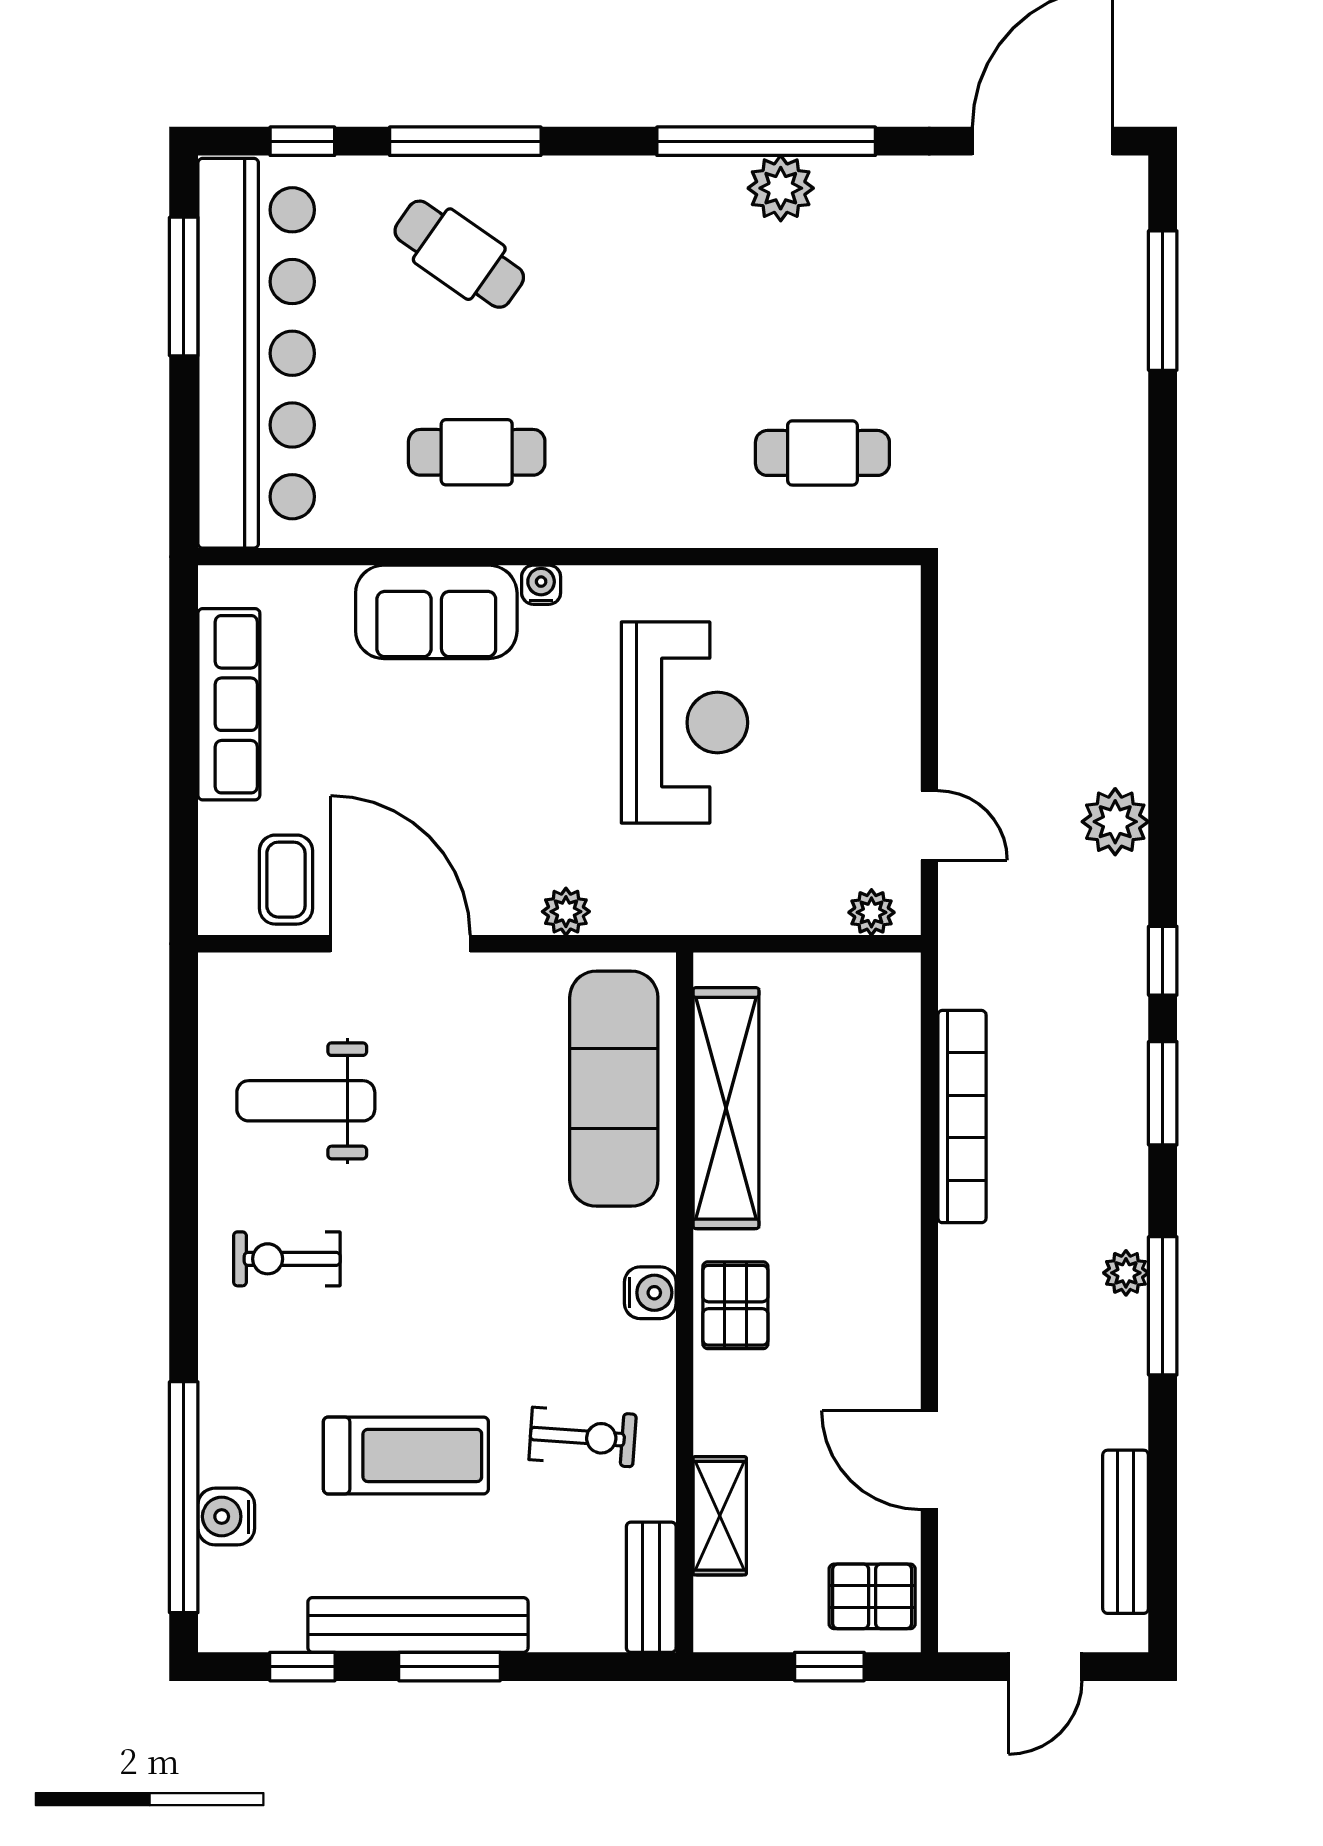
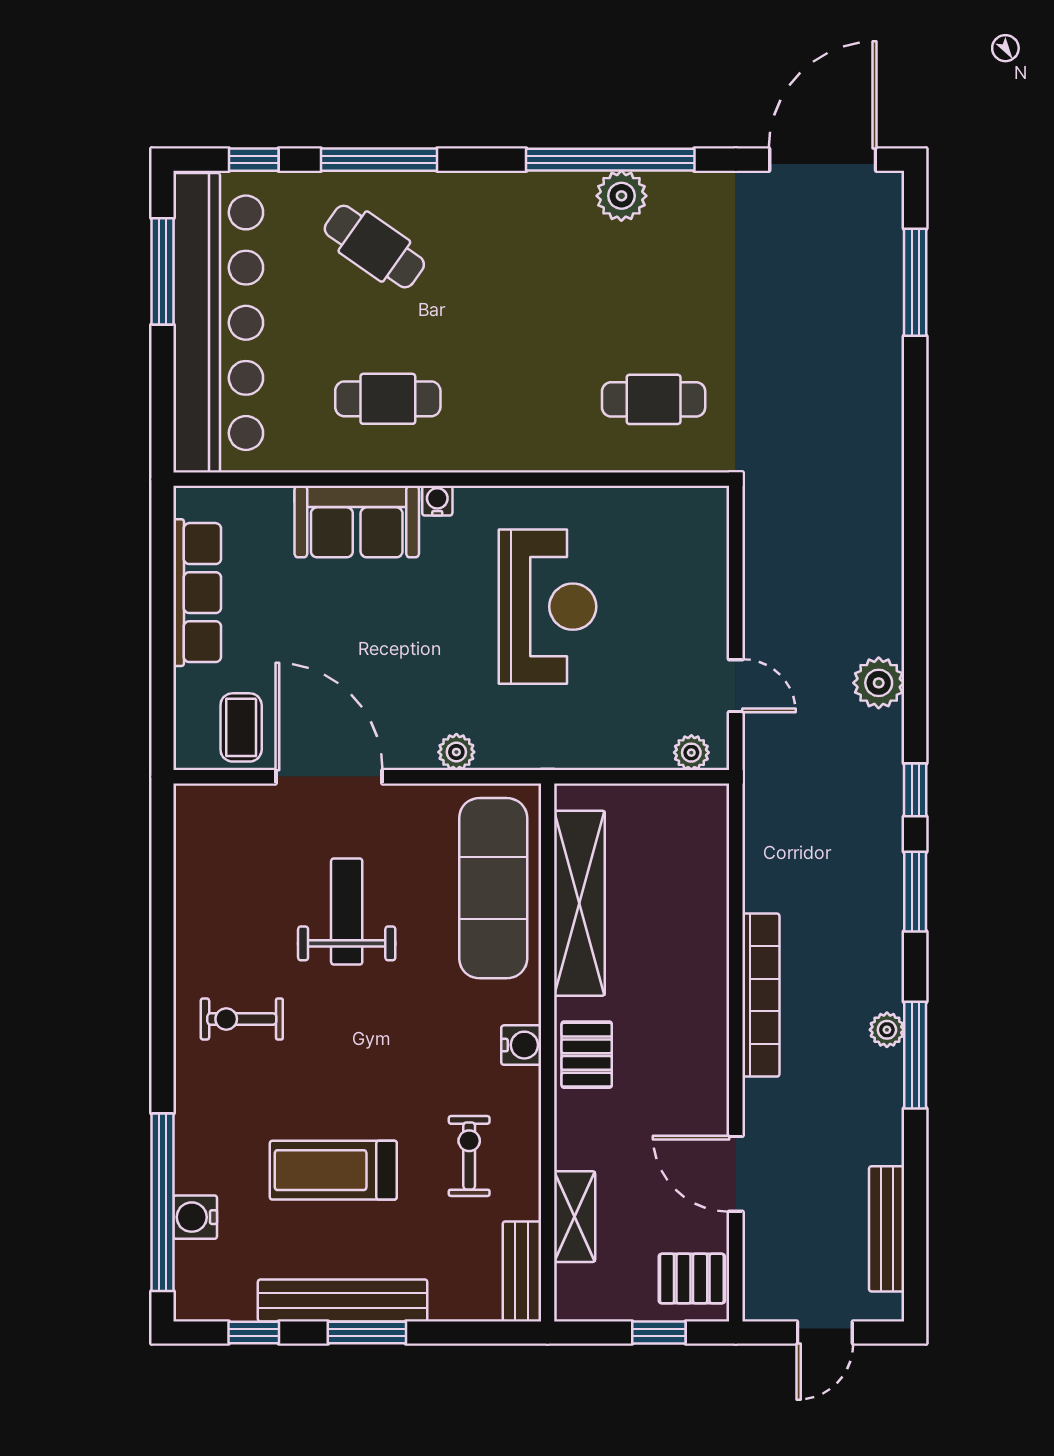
weight bench: (306, 1101) -> (347, 912), moved, turned 90
bookcase: (962, 1117) -> (761, 995), moved
exercise bike: (583, 1437) -> (469, 1156), turned -94
treadmill: (406, 1455) -> (333, 1170), turned 180

